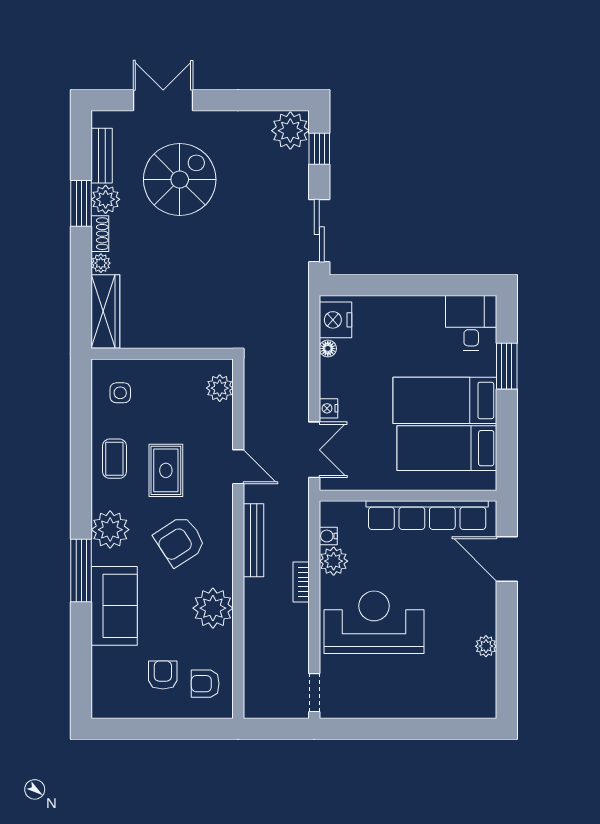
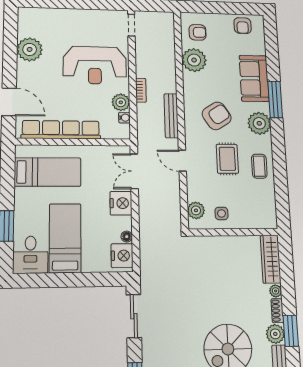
side table: (120, 393) -> (222, 213), moved
bed: (445, 400) -> (65, 238), moved, turned -90
nightstand: (328, 408) -> (121, 203), width x1.89, depth x1.79
plant: (213, 608) -> (194, 60), moved
plant: (486, 646) -> (30, 49), width x1.88, depth x1.88
armchair: (163, 675) -> (243, 26), moved

